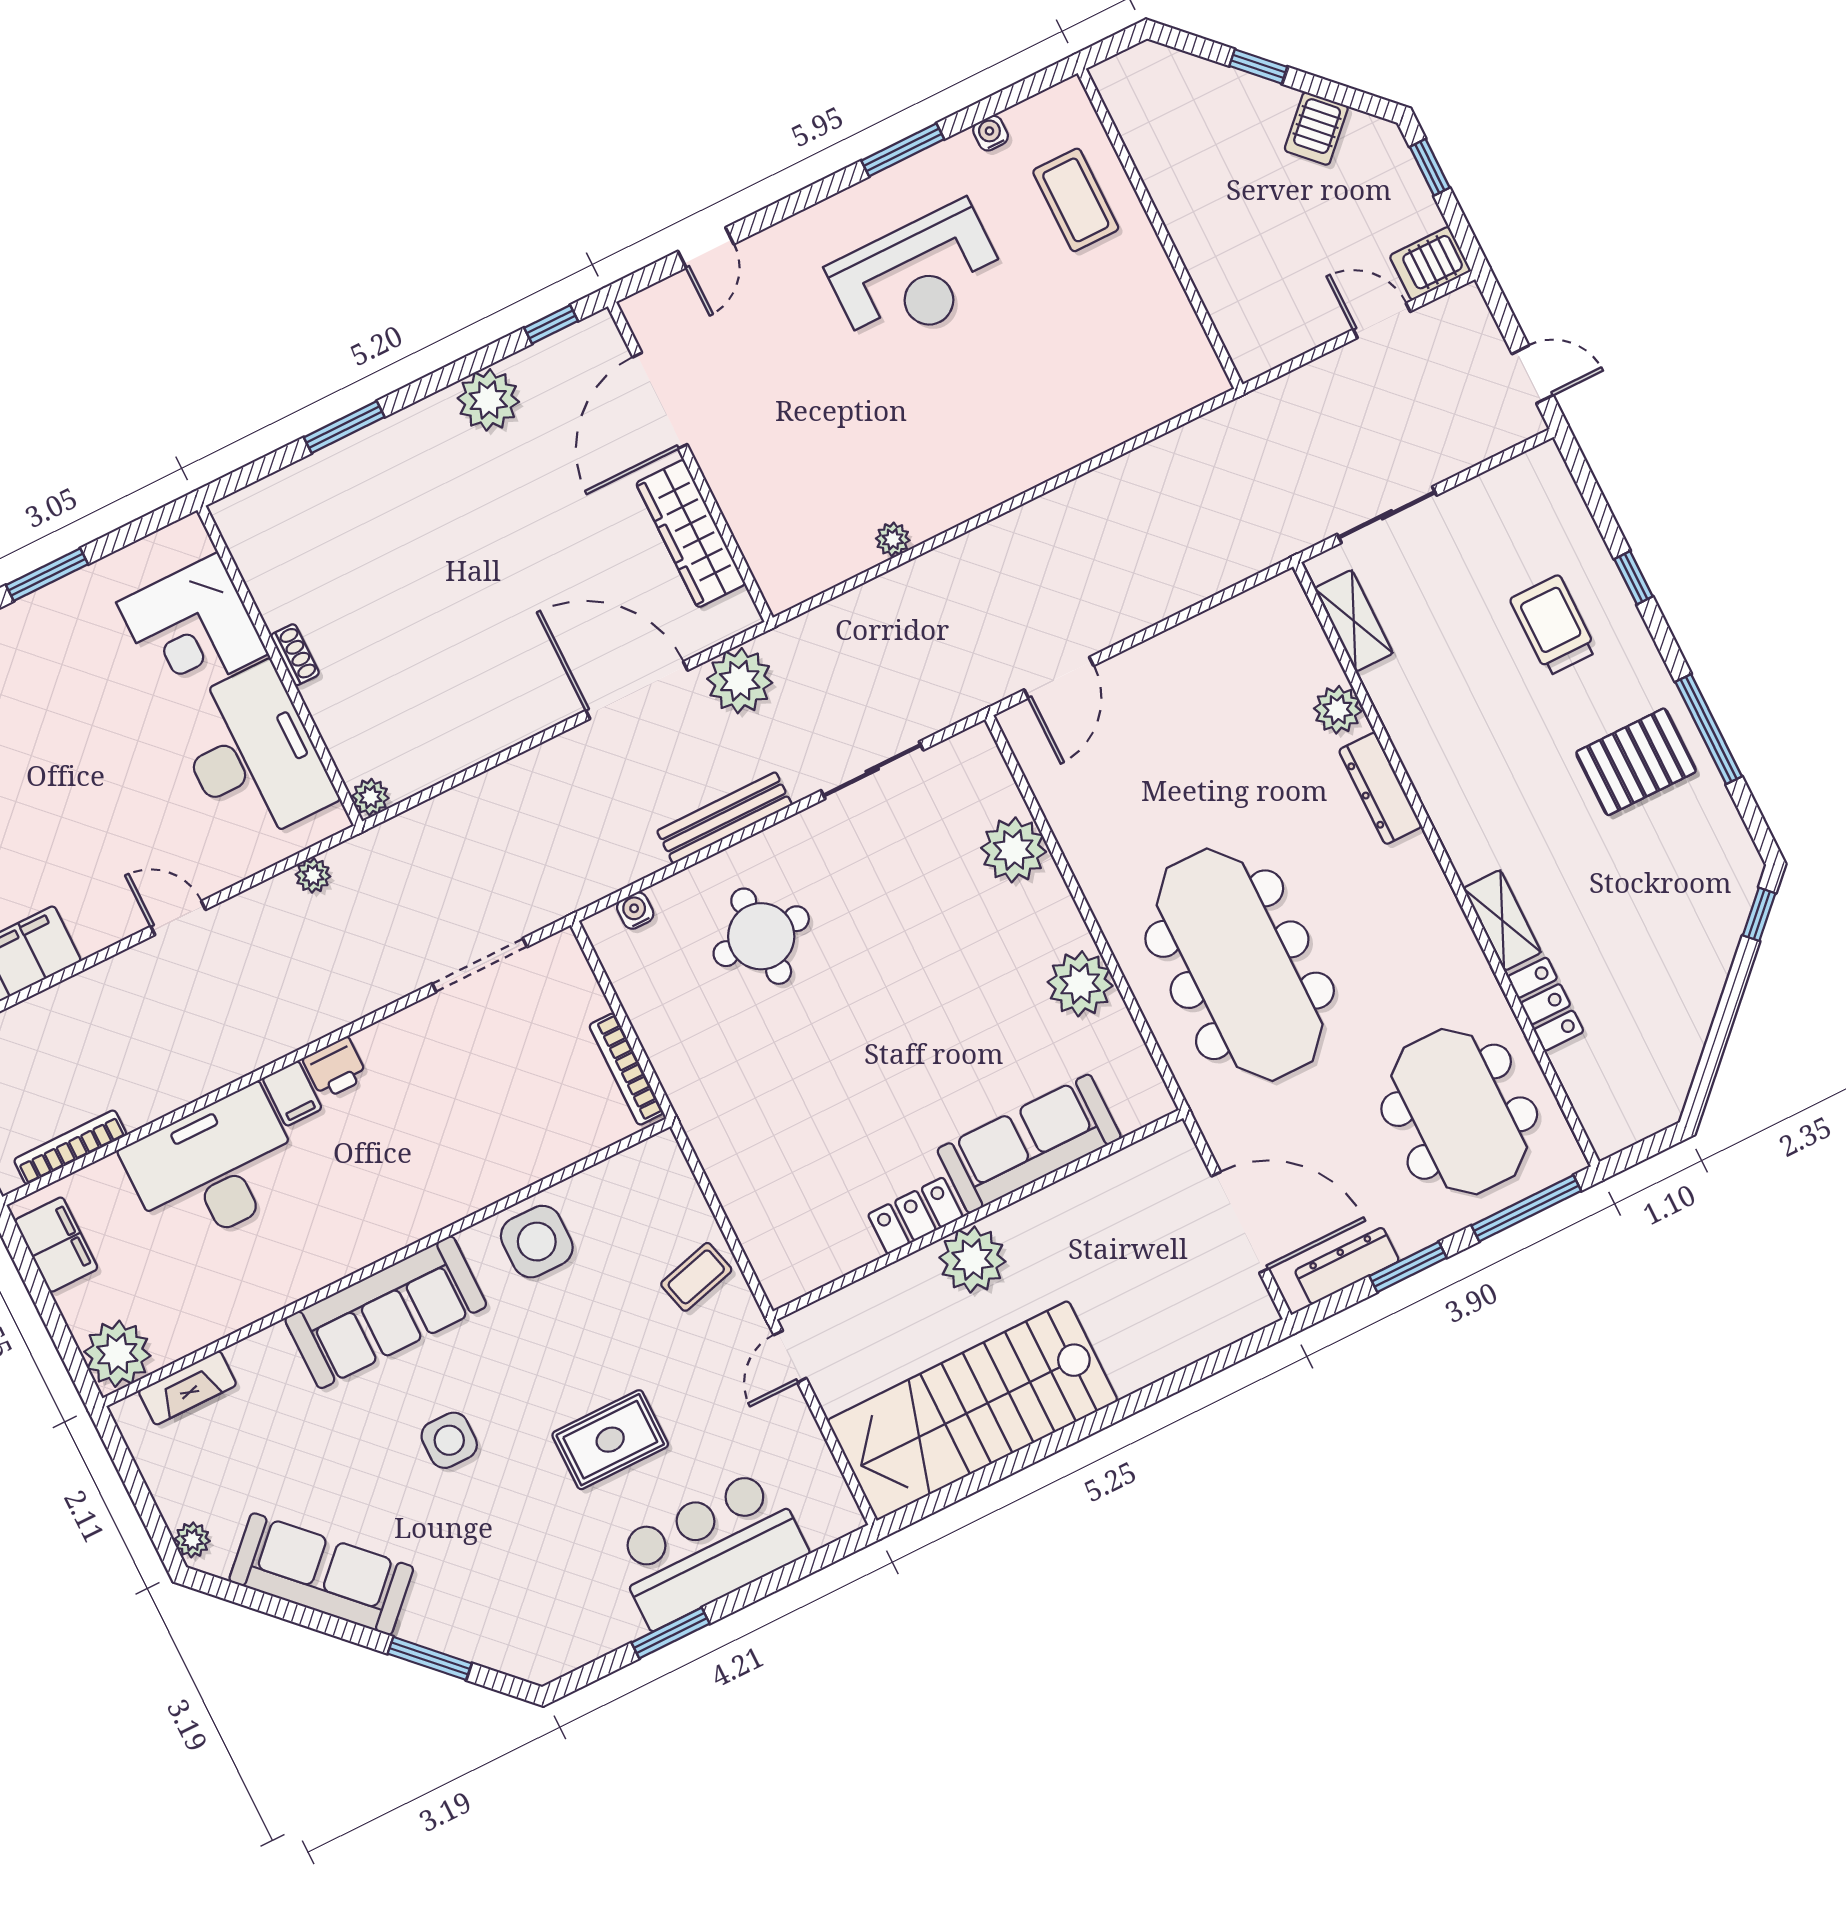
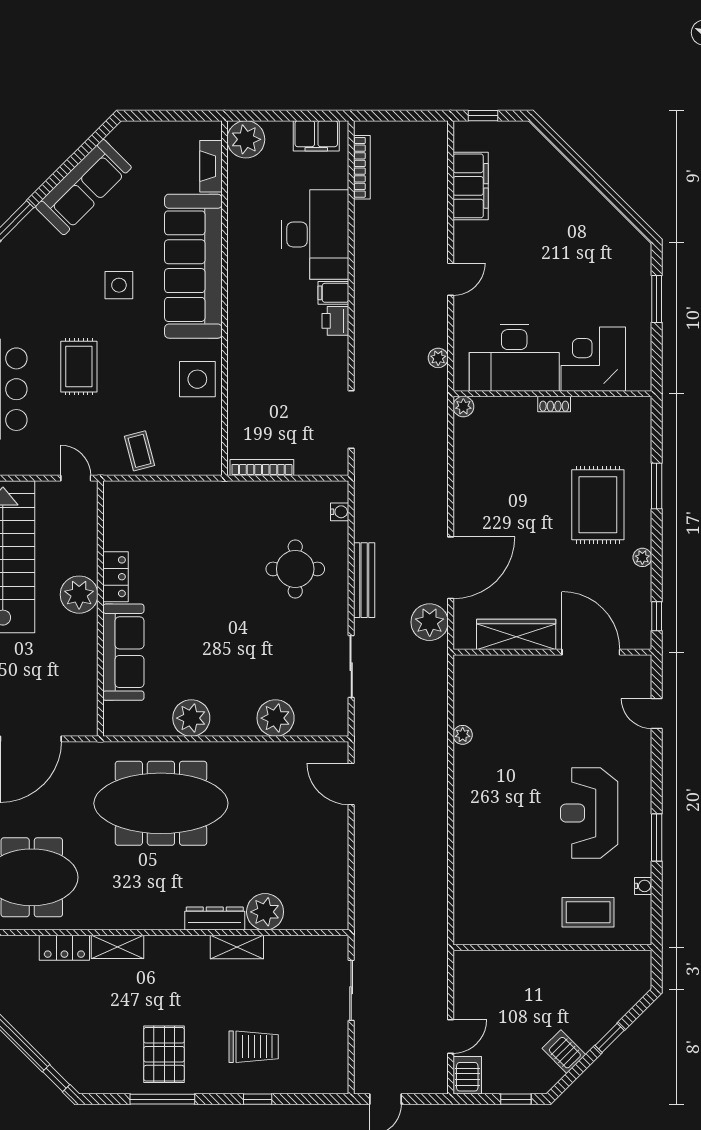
plant: (488, 400) -> (642, 557), width x0.53, depth x0.53
rug: (420, 506) -> (598, 505), added
shelving: (1354, 621) -> (237, 947), moved
plant: (1338, 710) -> (265, 912), width x1.36, depth x1.36
sofa: (386, 1312) -> (193, 266), width x1.36, depth x1.27
plant: (192, 1540) -> (133, 131), removed

